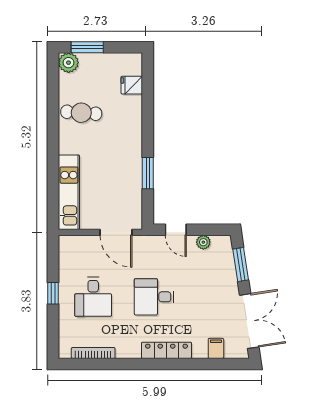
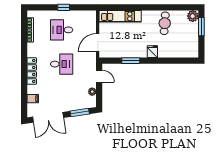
fridge: (132, 85) -> (152, 52), moved
door: (176, 230) -> (99, 76), swing flipped
desk: (154, 297) -> (62, 64), turned 90

